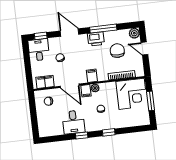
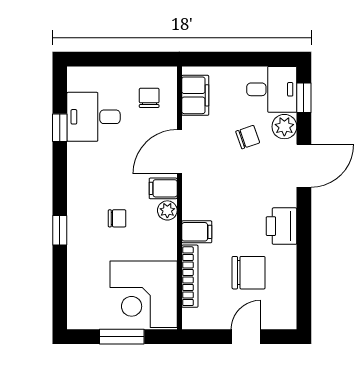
window: (103, 29) -> (304, 246), removed
plant: (134, 33) -> (284, 127), moved
filing cabinet: (92, 76) -> (197, 232), moved
desk: (73, 122) -> (93, 117), moved
window: (82, 136) -> (60, 128), moved

